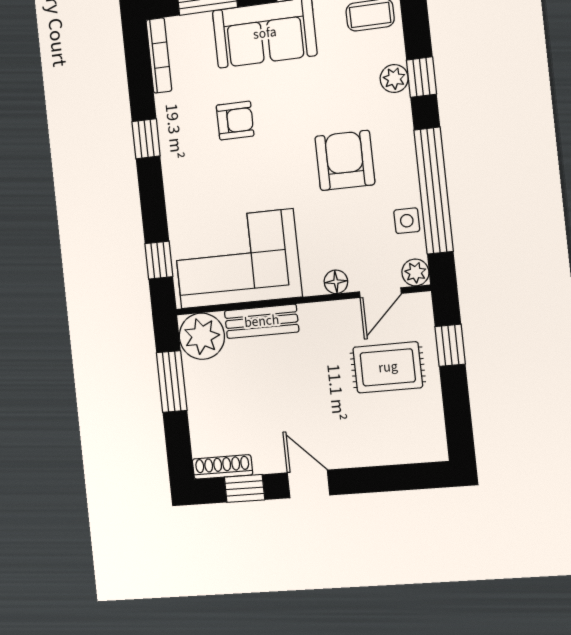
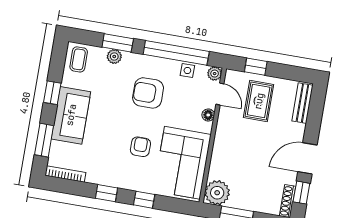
window: (421, 77) -> (118, 43), width x1.50
armchair: (235, 121) -> (140, 147), moved
window: (159, 260) -> (144, 200), moved
bench: (262, 321) -> (302, 103), moved
door: (309, 484) -> (307, 158), width x1.38

